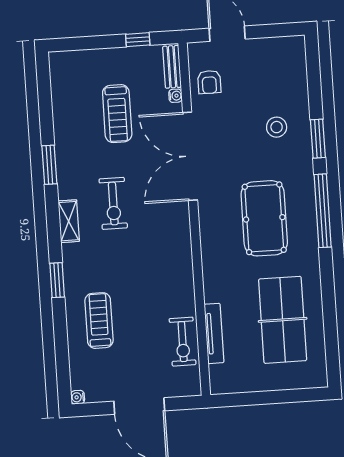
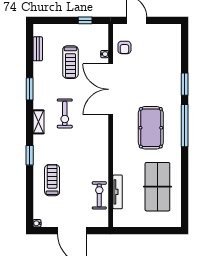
bench: (172, 67) -> (38, 49), moved
stool: (277, 127) -> (161, 76), removed
exercise bike: (183, 342) -> (99, 195), turned 180

